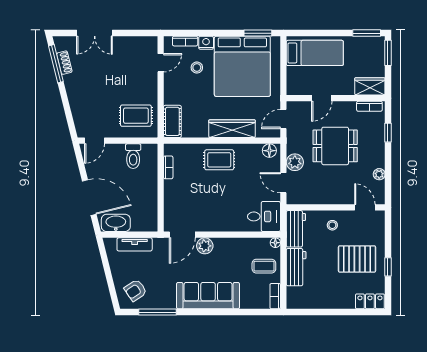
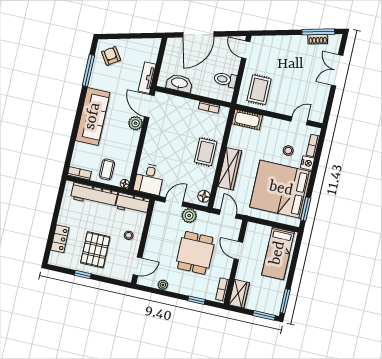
door: (161, 63) -> (299, 121), swing flipped
washbasin: (116, 223) -> (179, 83), moved, turned -90
tv unit: (135, 244) -> (147, 78), moved
workbench: (296, 267) -> (94, 195), width x1.38
locker: (370, 301) -> (60, 239), moved

